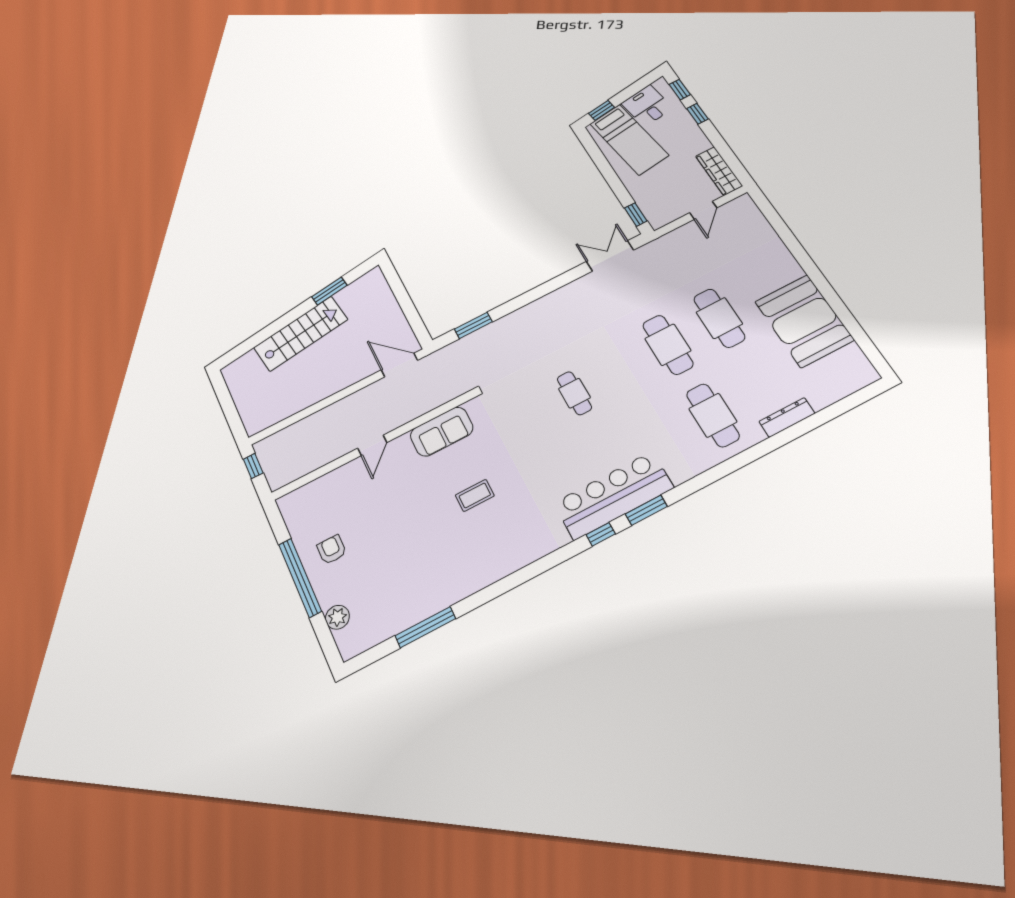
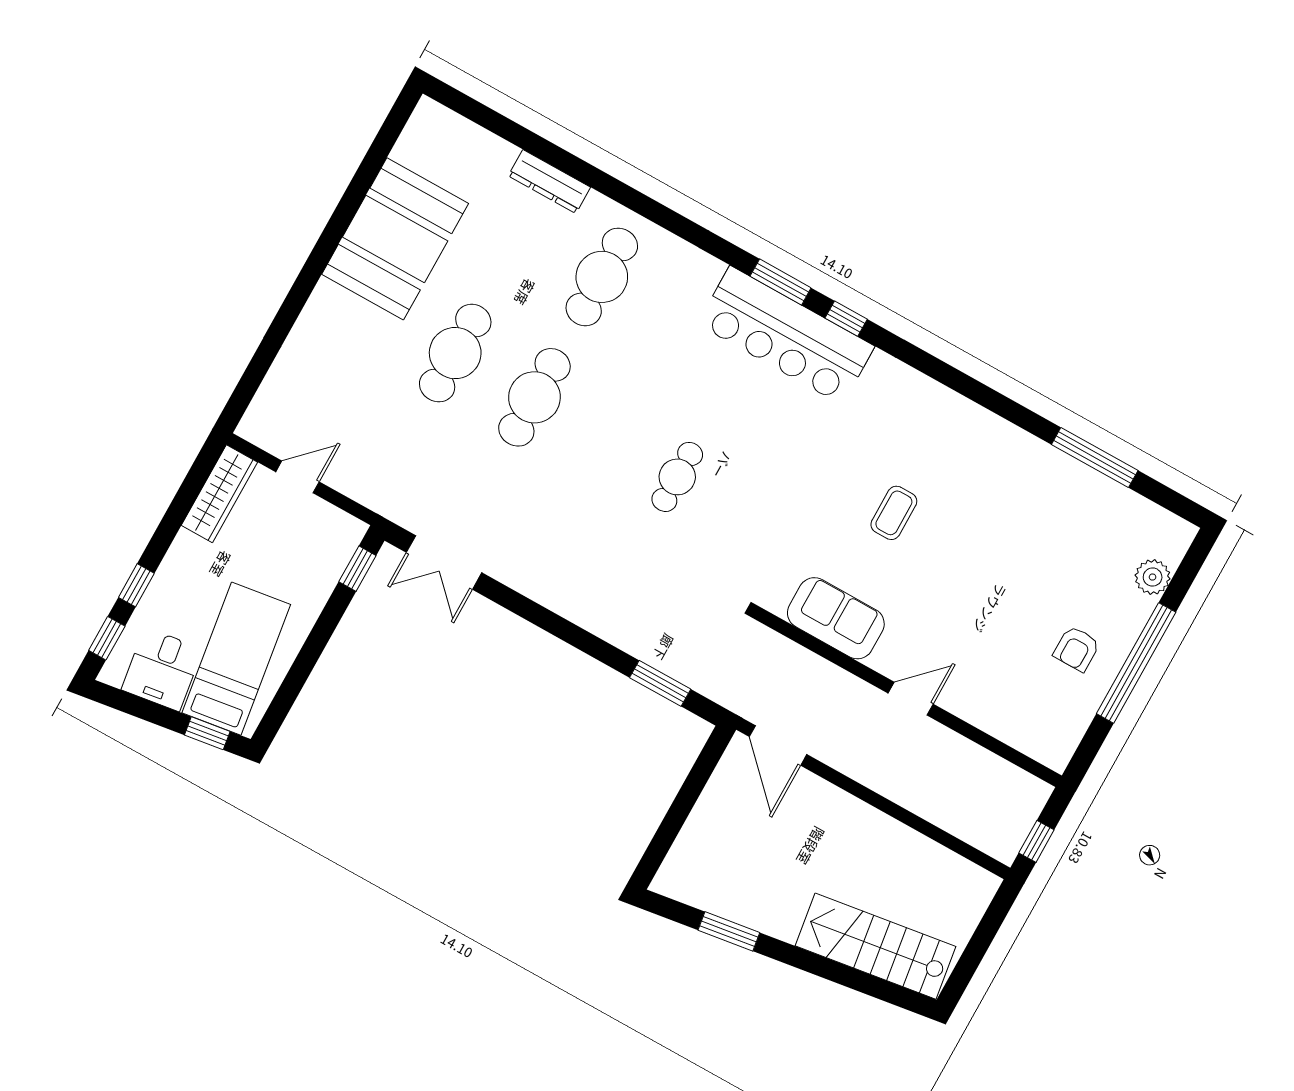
stairs: (301, 334) -> (875, 946), moved
coffee table: (475, 495) -> (894, 513), turned 90

